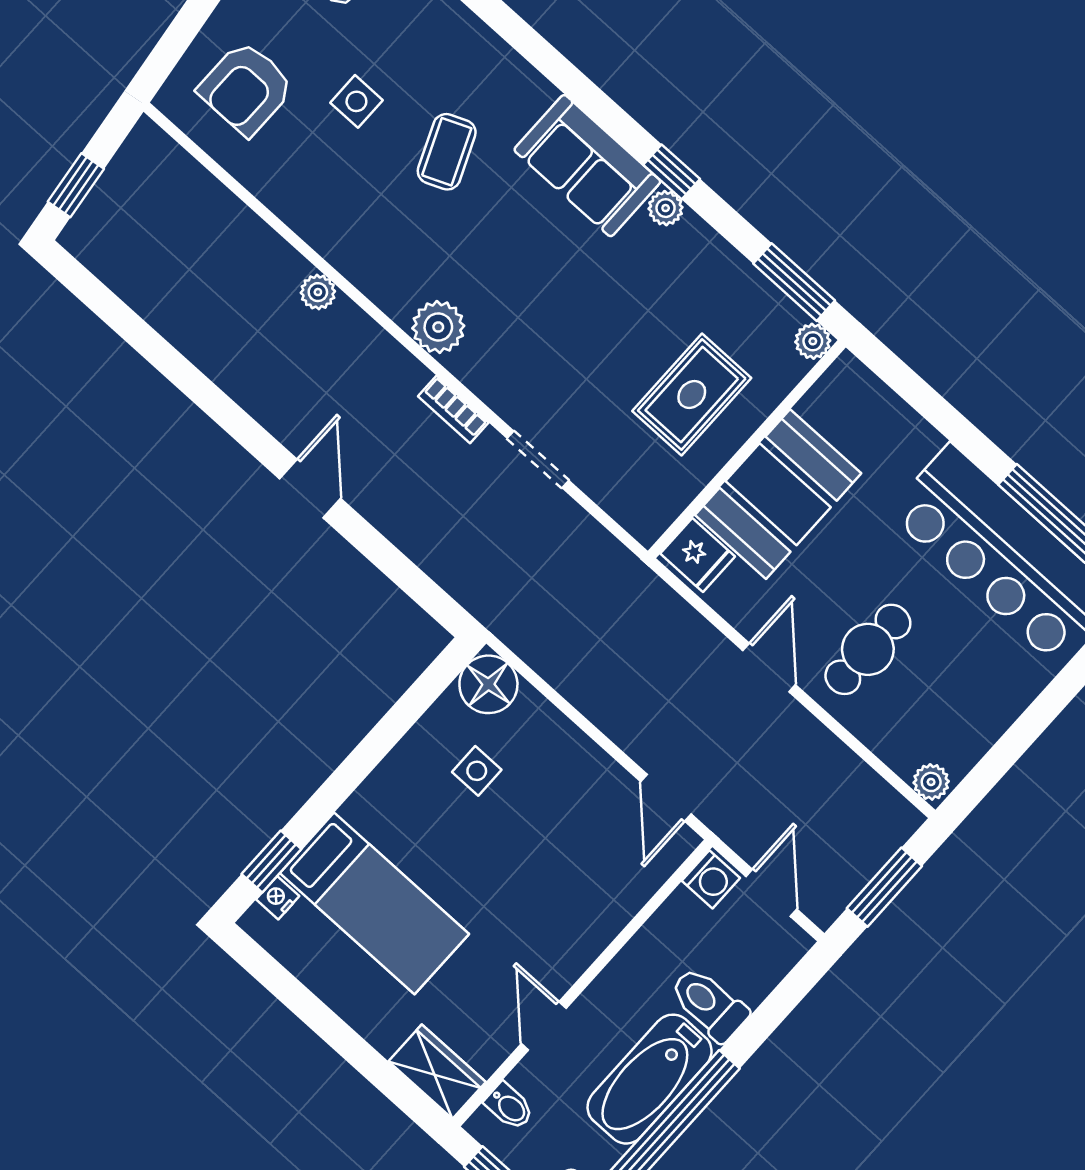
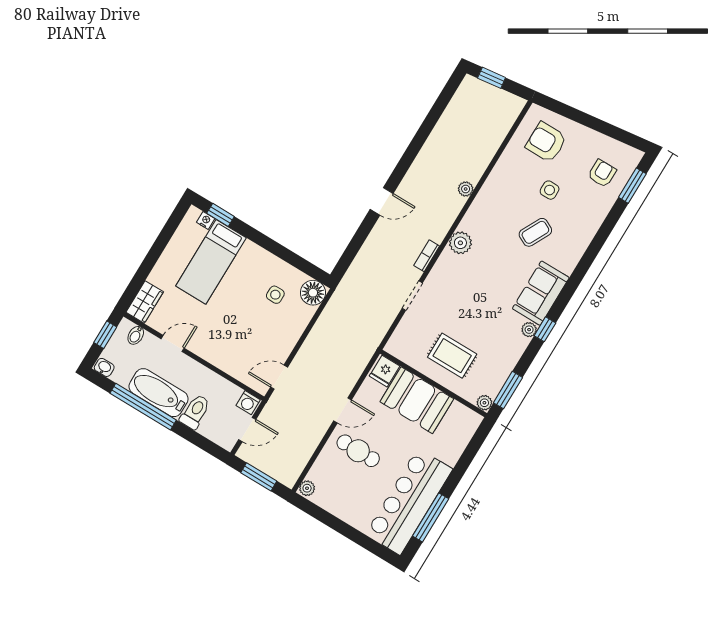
coffee table: (447, 152) -> (535, 232), turned -40

